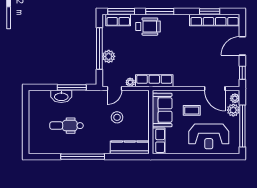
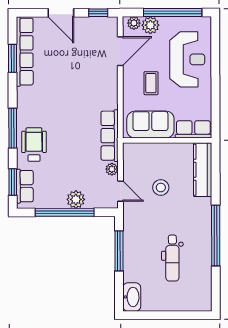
window: (121, 11) -> (13, 182), width x0.69
washbasin: (61, 96) -> (132, 297), moved

